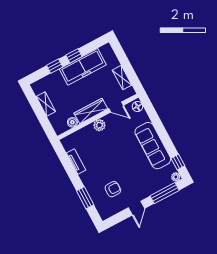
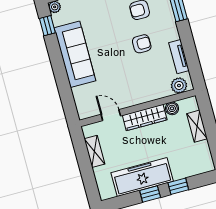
shelving: (46, 104) -> (197, 126), moved
floor lamp: (137, 107) -> (83, 109), removed
plant: (99, 125) -> (179, 85), moved
armchair: (106, 165) -> (142, 44), added

